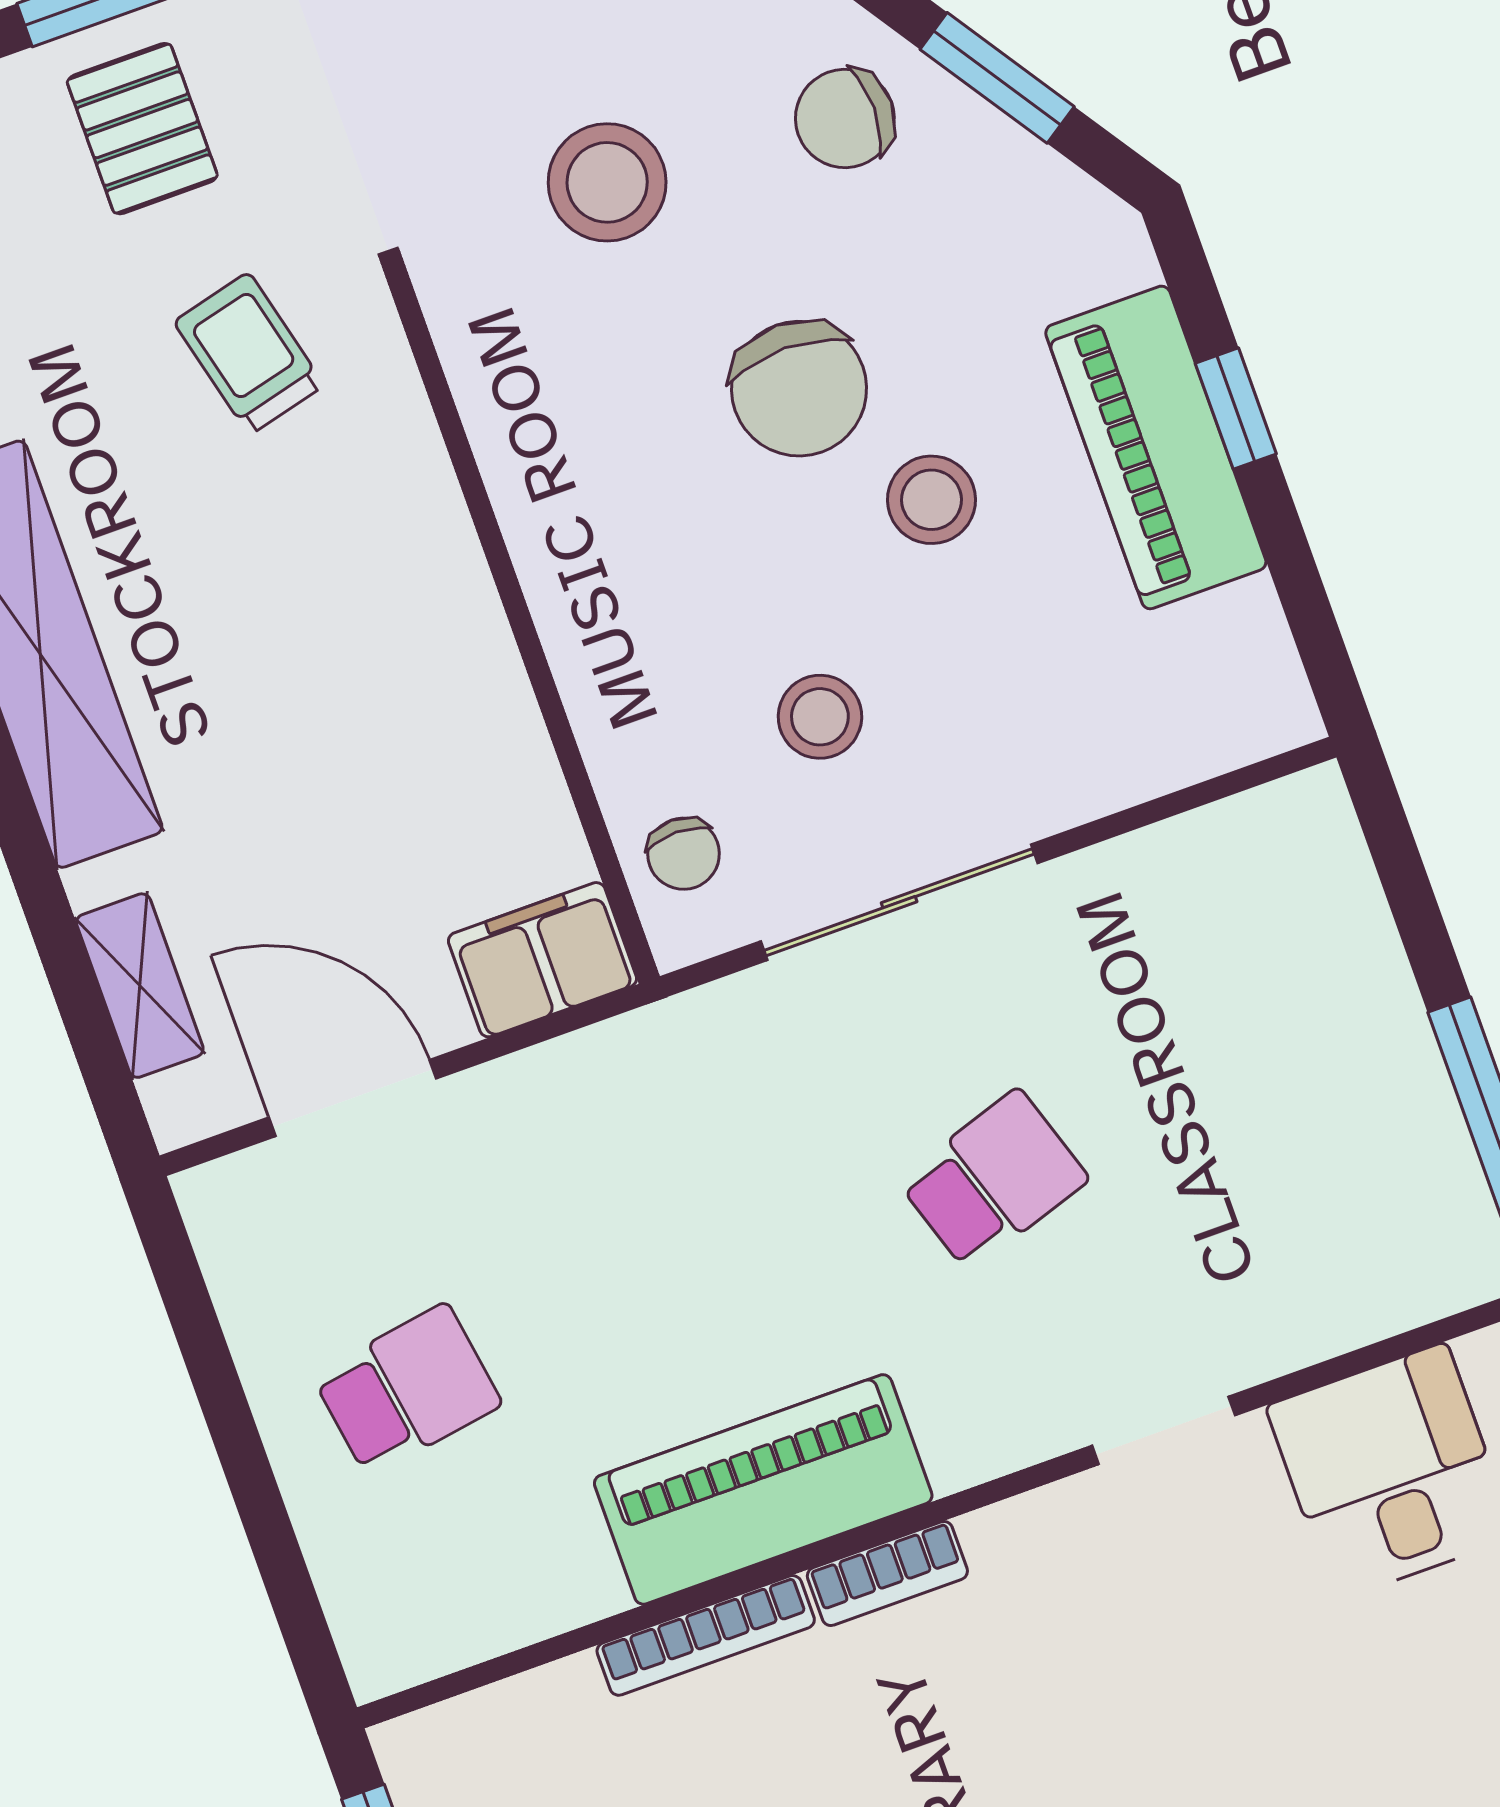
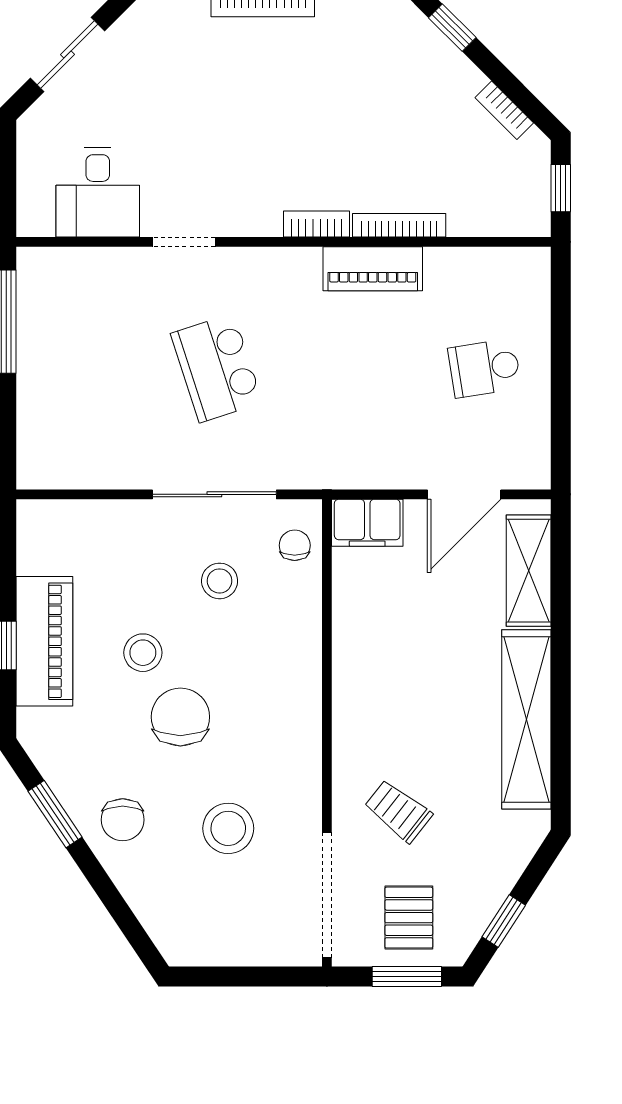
chair: (845, 119) -> (123, 820), turned 90
trolley: (249, 353) -> (398, 811), turned 142
shelving: (140, 986) -> (529, 571), width x1.50, depth x1.33
door: (353, 1098) -> (464, 494), hinge flipped
school desk: (993, 1180) -> (217, 368), width x1.85
piano: (763, 1489) -> (373, 269), width x0.73, depth x0.75

